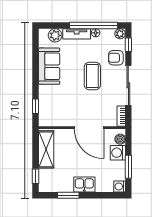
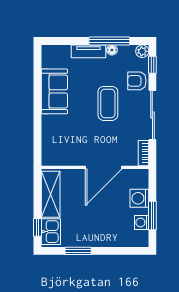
window: (94, 26) -> (109, 41), width x0.68
plant: (55, 35) -> (62, 53), removed
window: (35, 106) -> (38, 141), removed
door: (89, 128) -> (104, 167), hinge flipped
boiler: (120, 139) -> (142, 181), removed
kitchen sink: (84, 184) -> (51, 232), moved, turned 90
washing machine: (120, 186) -> (142, 223), moved

